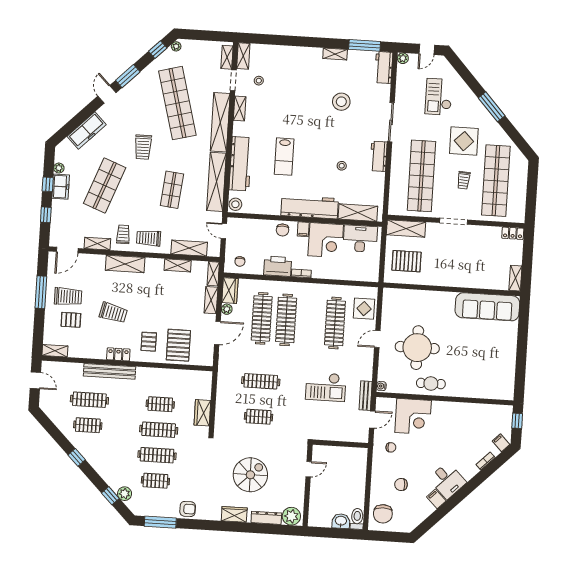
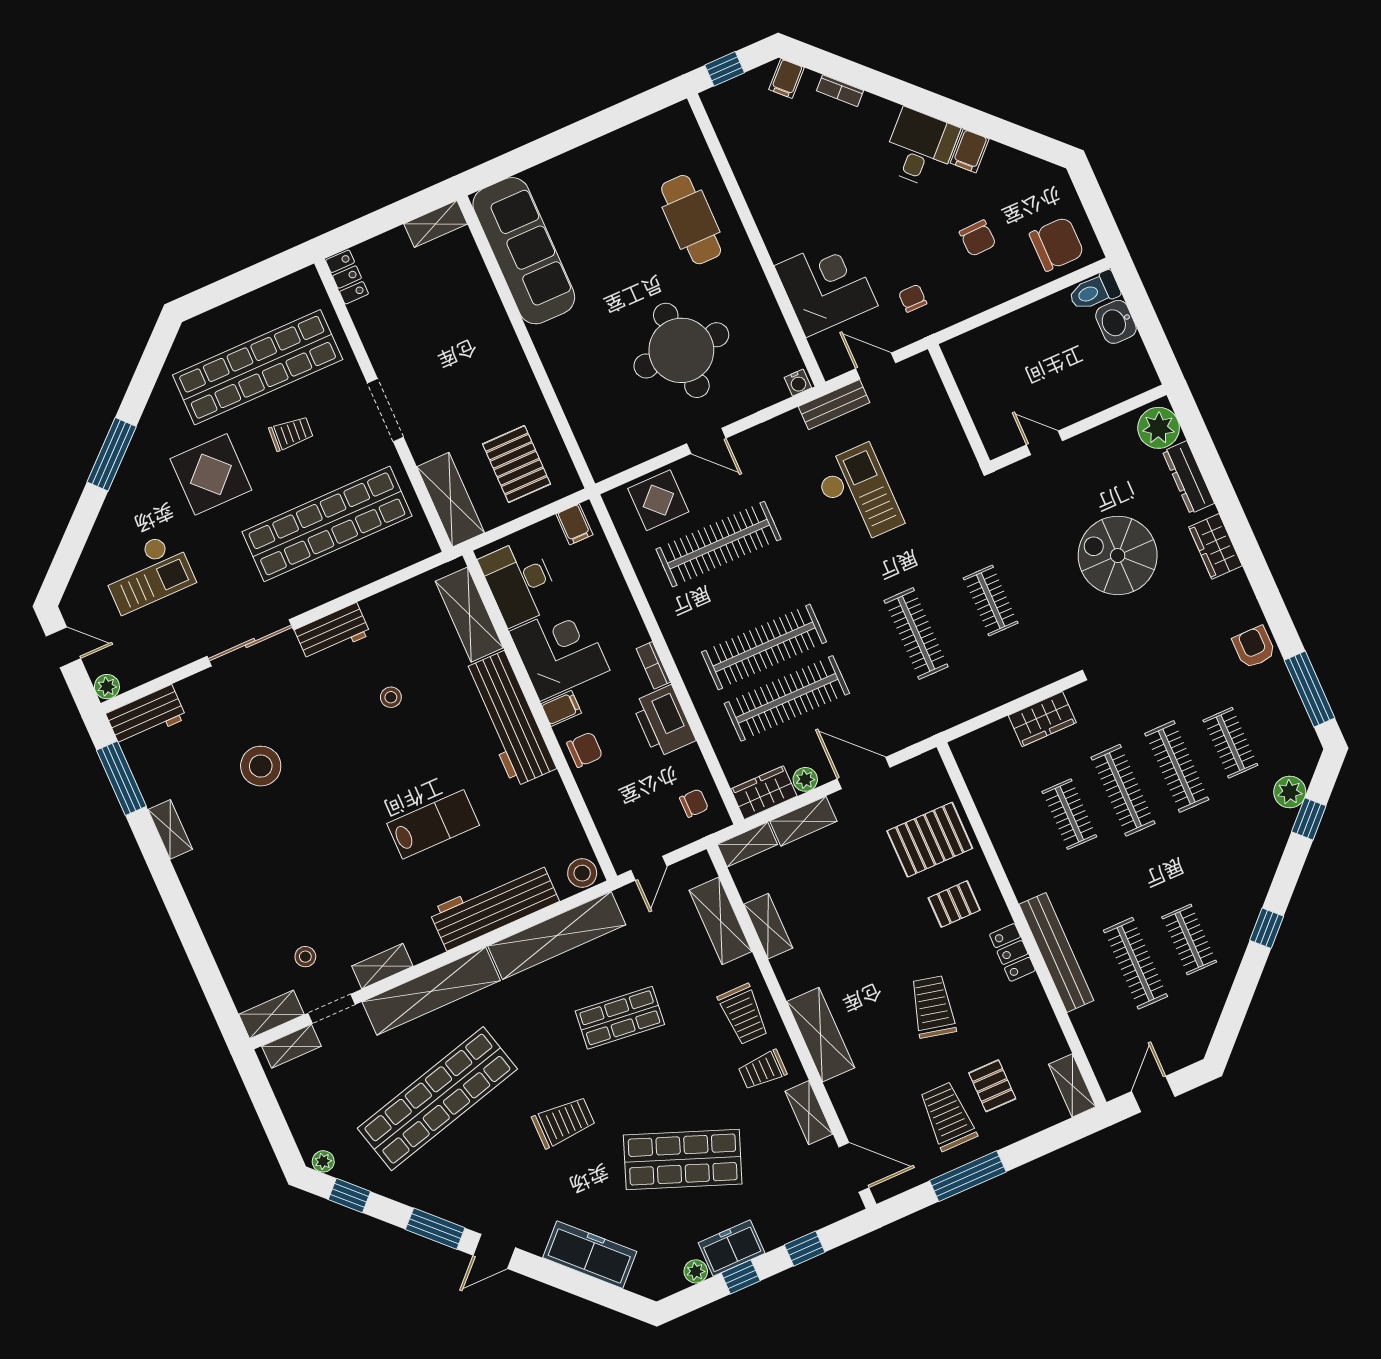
filing cabinet: (372, 271) -> (574, 524), added
cafe table: (431, 384) -> (691, 220), moved, width x1.37, depth x1.35

